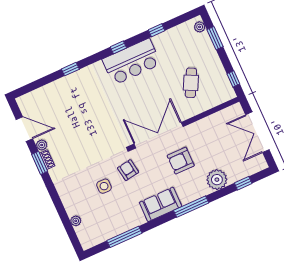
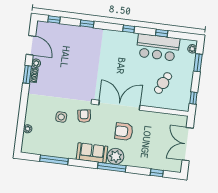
bar counter: (132, 62) -> (158, 47), moved
window: (32, 86) -> (54, 19), added
plant: (217, 180) -> (116, 156), moved

